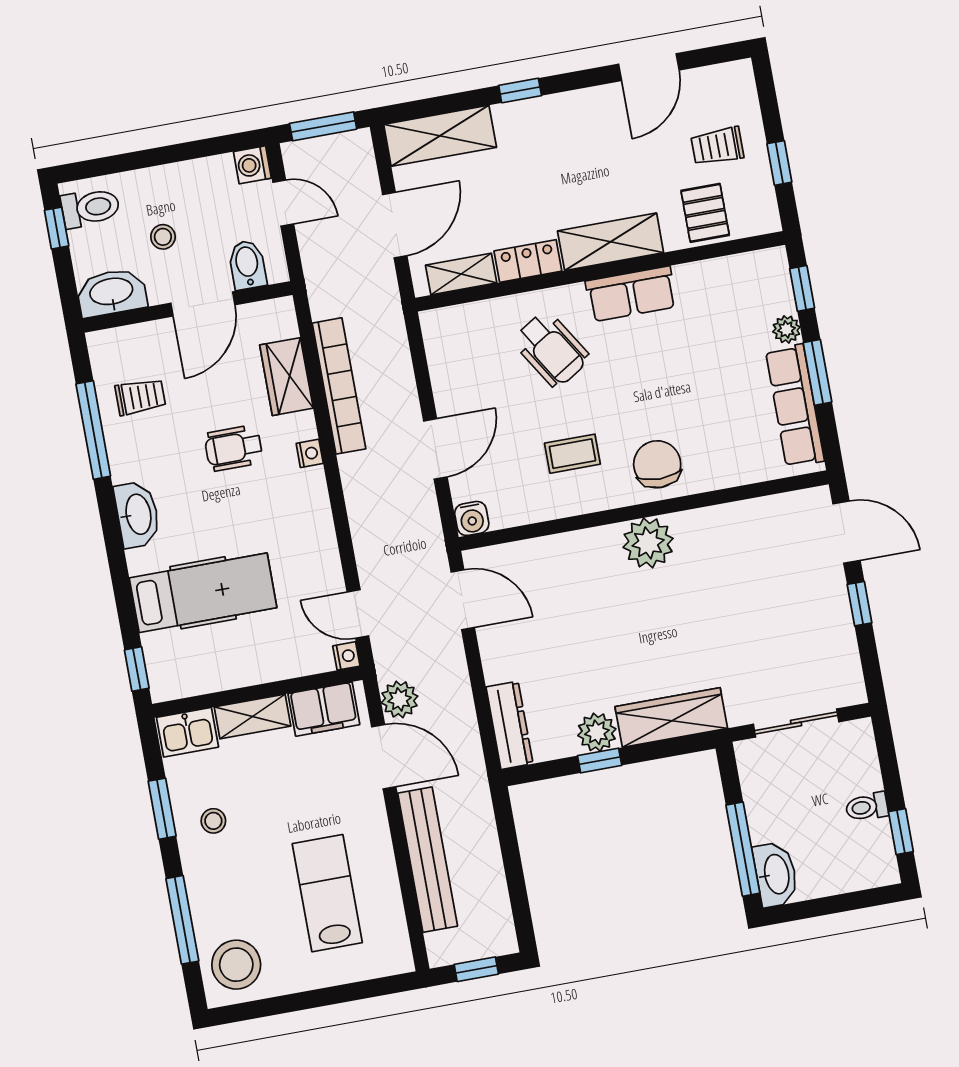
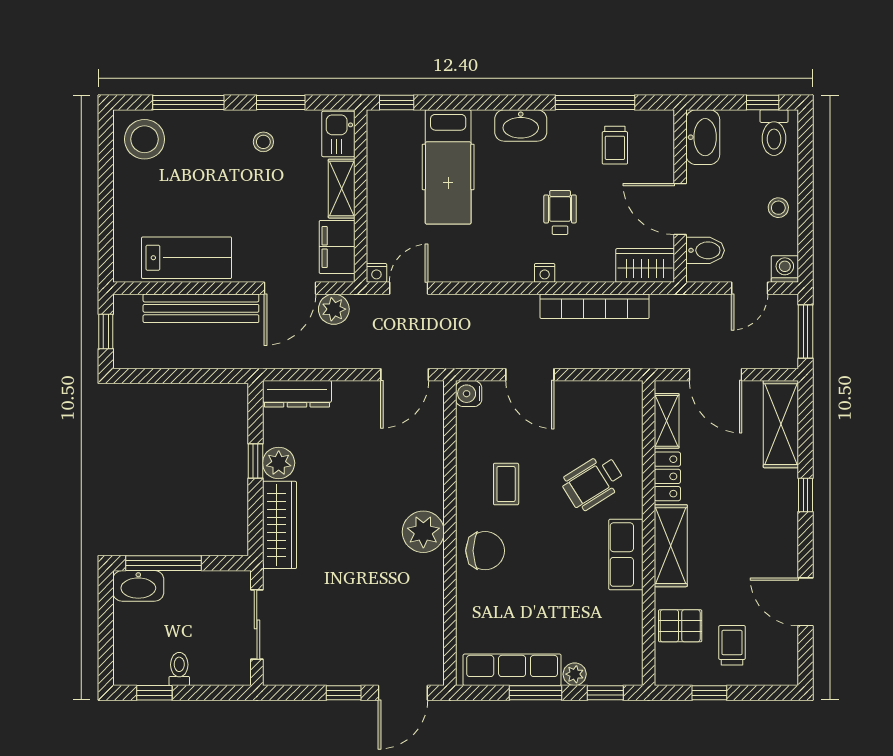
stool: (163, 237) -> (778, 208), moved
wardrobe: (286, 377) -> (645, 265), moved
lab bench: (327, 893) -> (187, 258), moved

